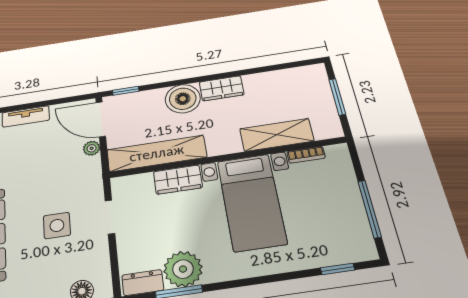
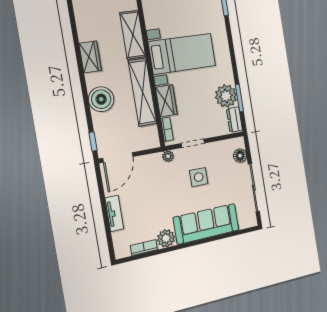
wardrobe: (222, 88) -> (90, 57), moved
plant: (92, 148) -> (168, 156), moved
shelving: (157, 153) -> (143, 92), moved
bookcase: (306, 155) -> (167, 129), moved

